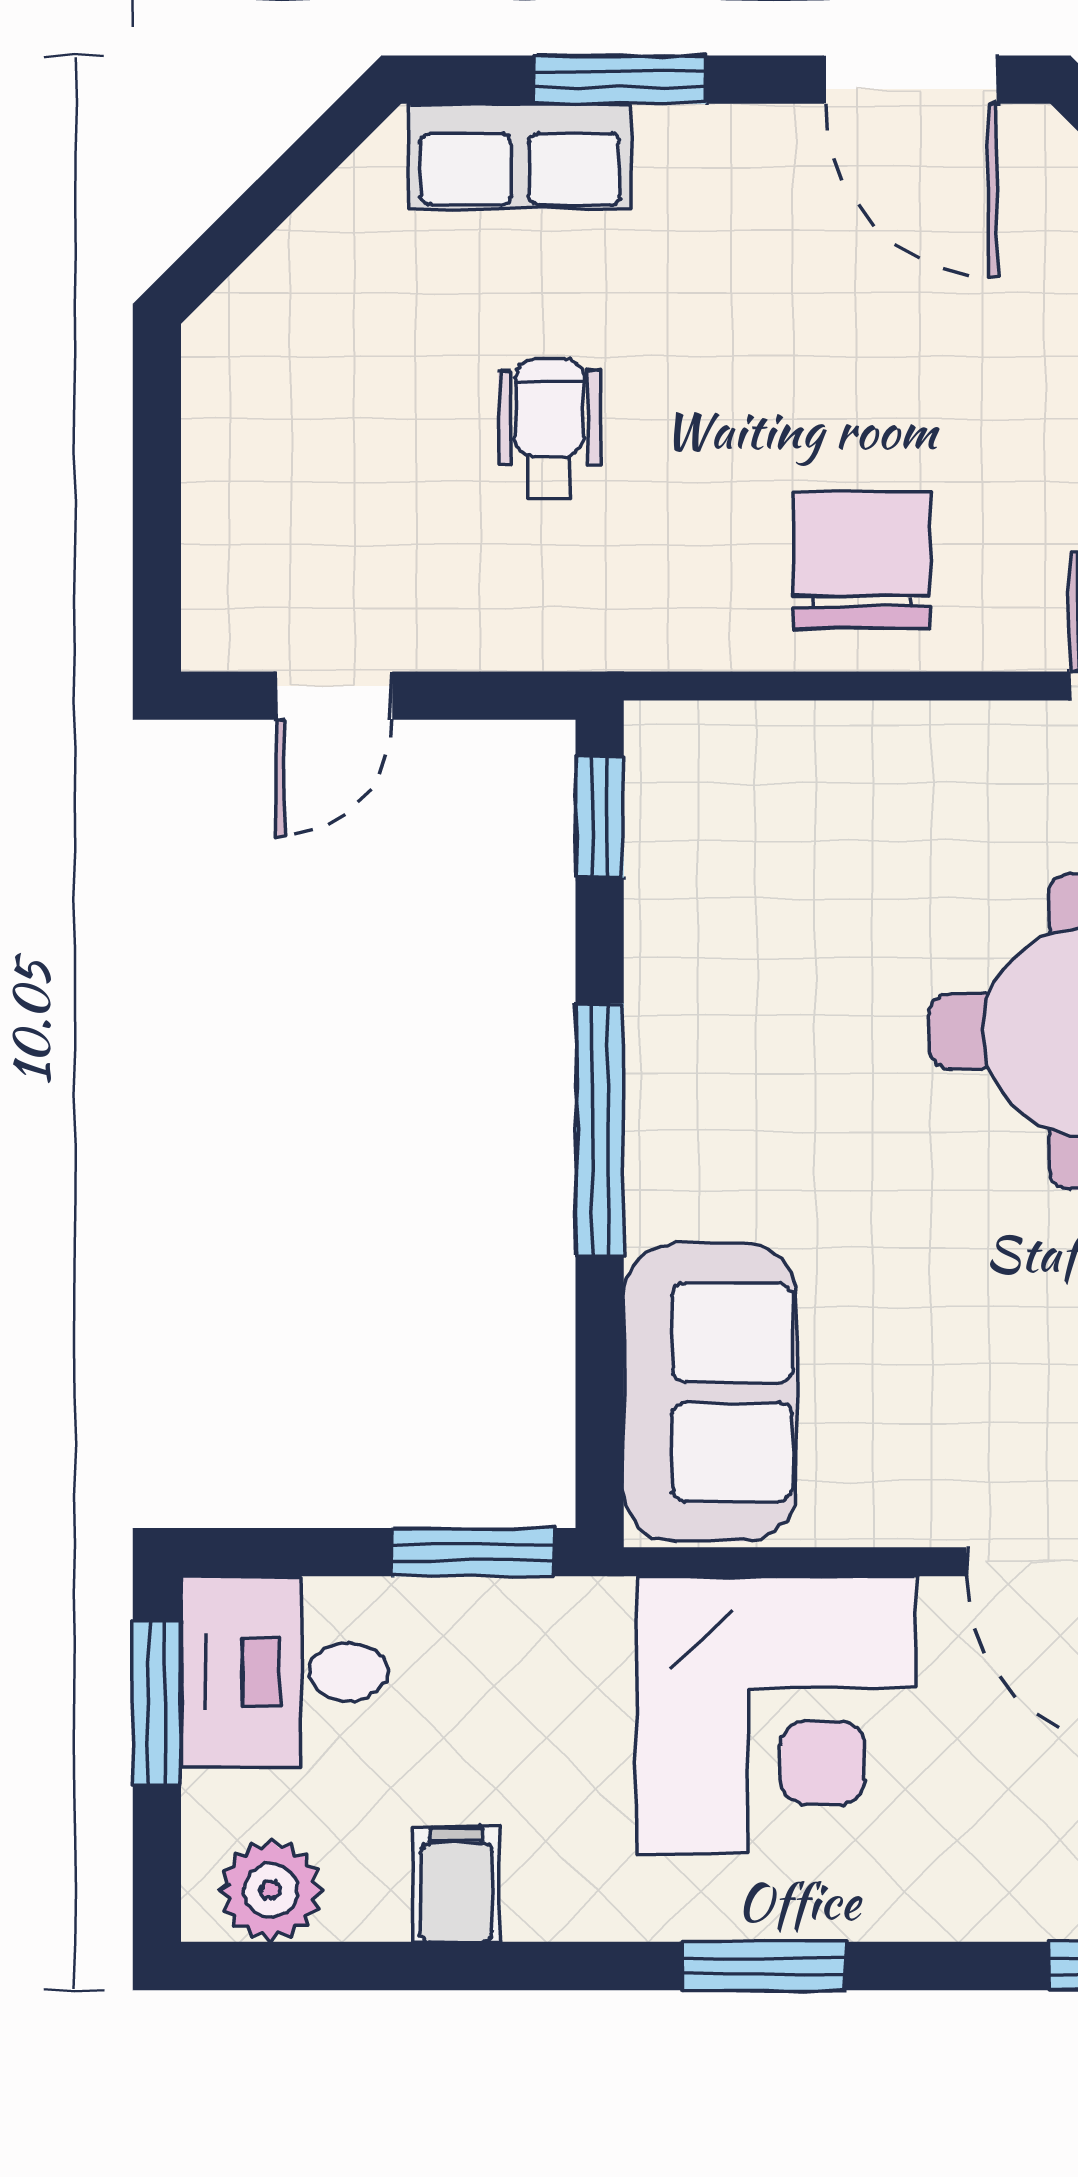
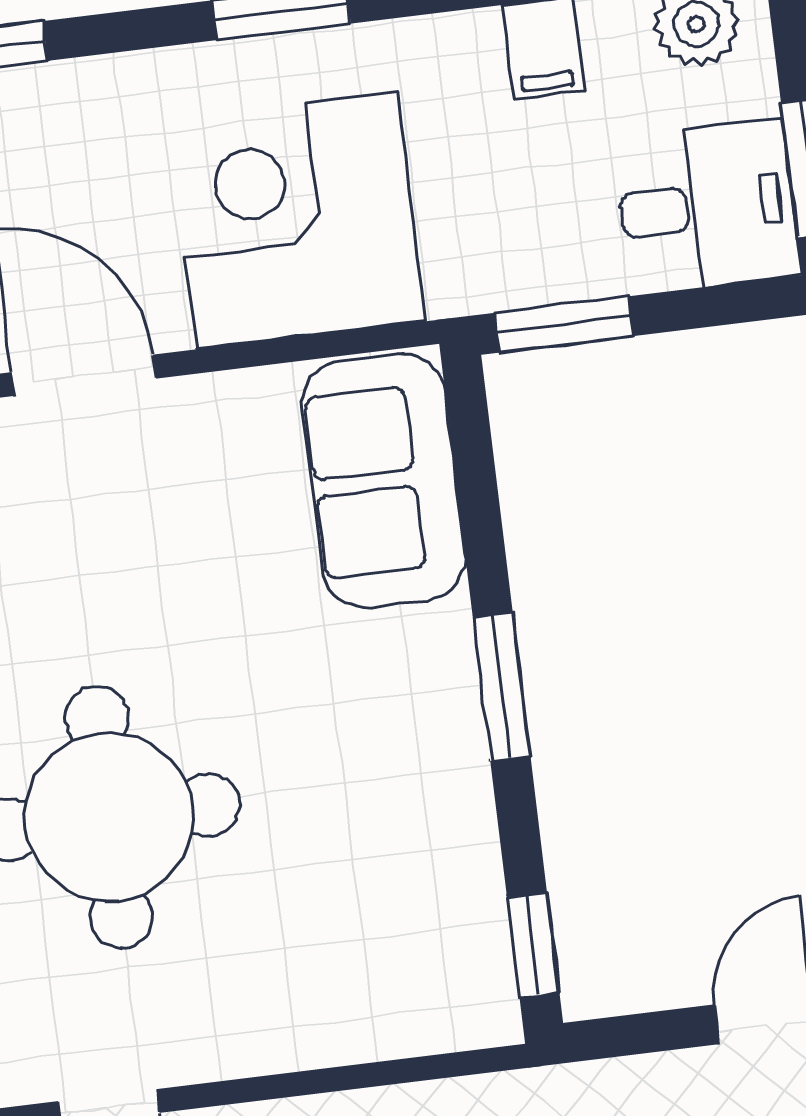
window: (600, 1130) -> (502, 687), width x0.69

